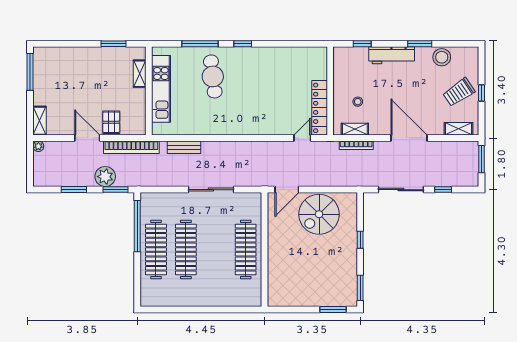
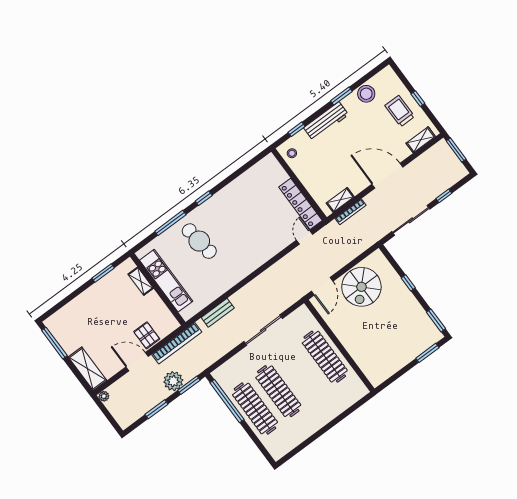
trolley: (459, 92) -> (400, 111), turned 124
stool: (358, 102) -> (292, 153), moved
shelving: (39, 121) -> (87, 369), width x1.50, depth x1.33

